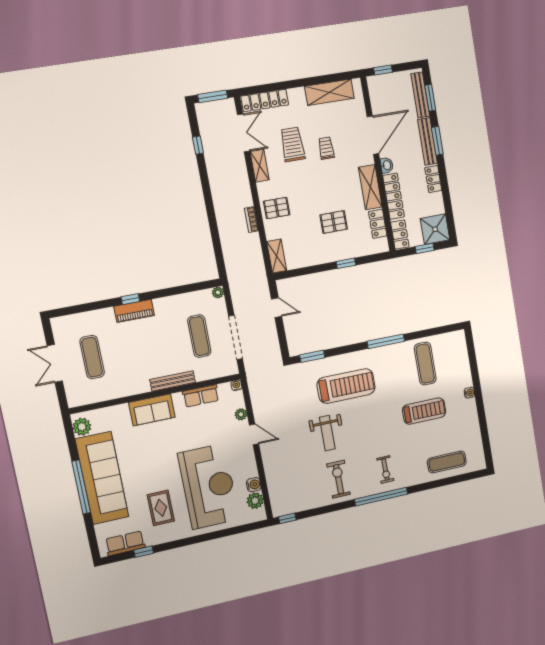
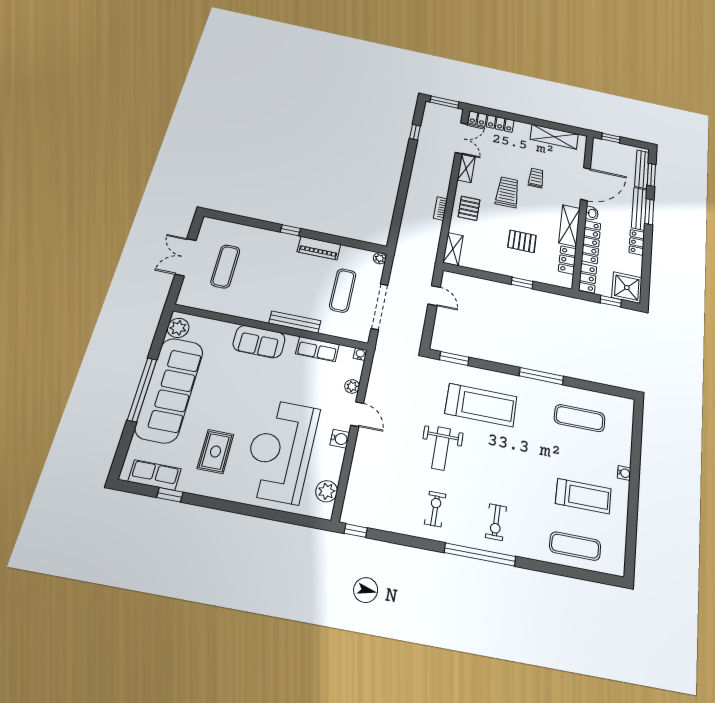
trolley: (293, 144) -> (507, 192), moved
pallet: (277, 208) -> (469, 208), turned 90
piano: (134, 311) -> (319, 248), moved
exercise mat: (425, 364) -> (580, 418), turned 90
treadmill: (424, 411) -> (583, 496), moved
exercise bike: (339, 479) -> (435, 509), width x0.73, depth x0.72
water cooler: (254, 485) -> (340, 439), moved
reception desk: (209, 486) -> (281, 451), turned 180

